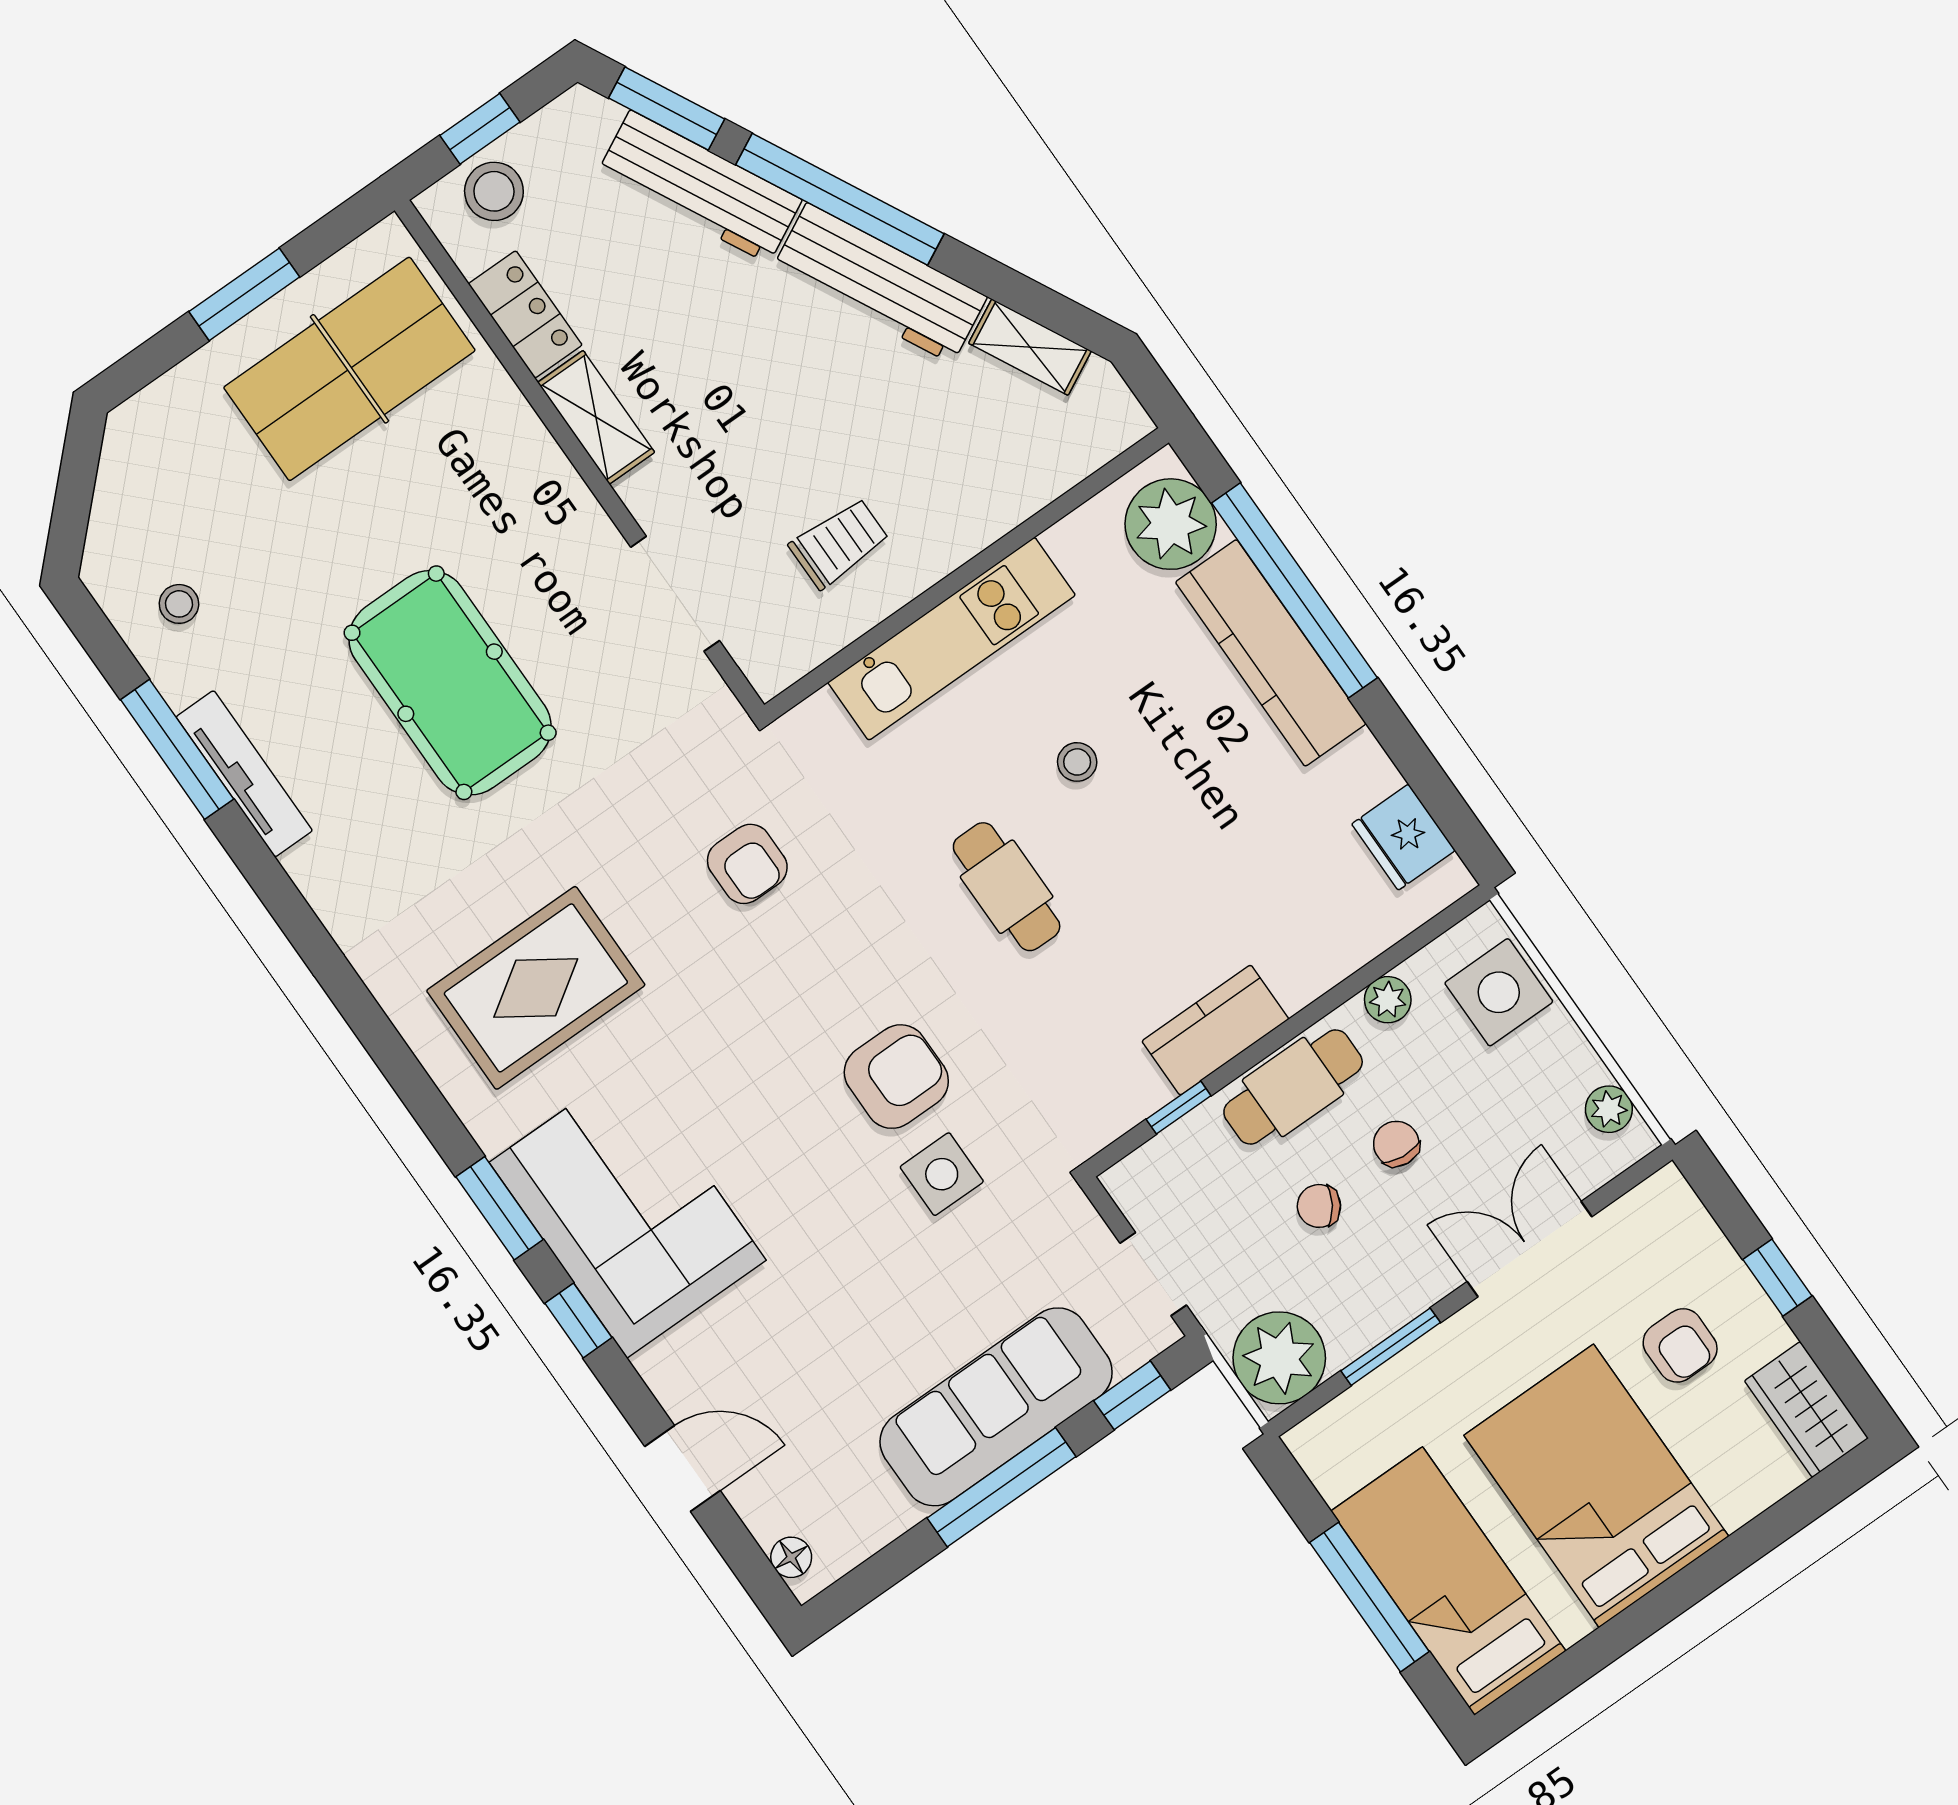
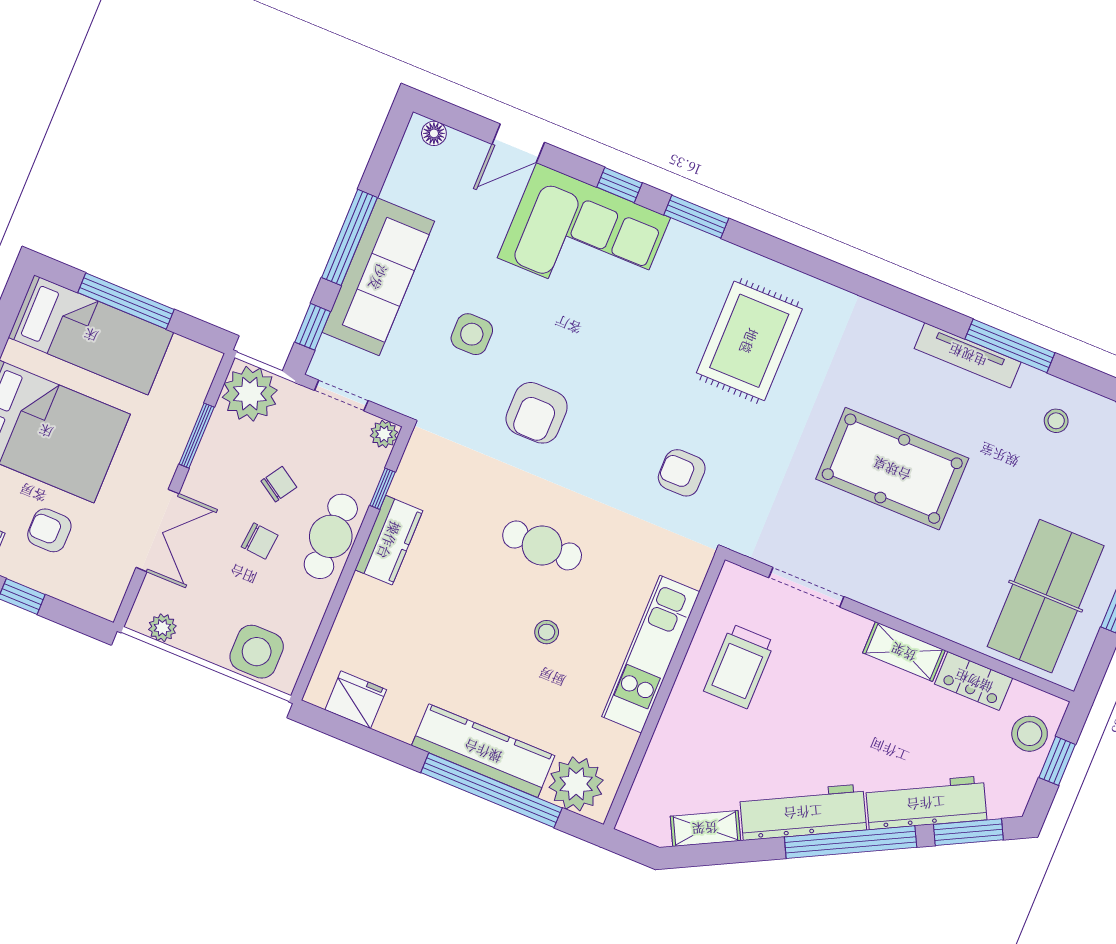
trolley: (839, 543) -> (739, 666), width x1.36, depth x1.39
plant: (1388, 1000) -> (384, 434), moved
side table: (942, 1174) -> (472, 334), moved
corner sofa: (628, 1211) -> (584, 238), moved

